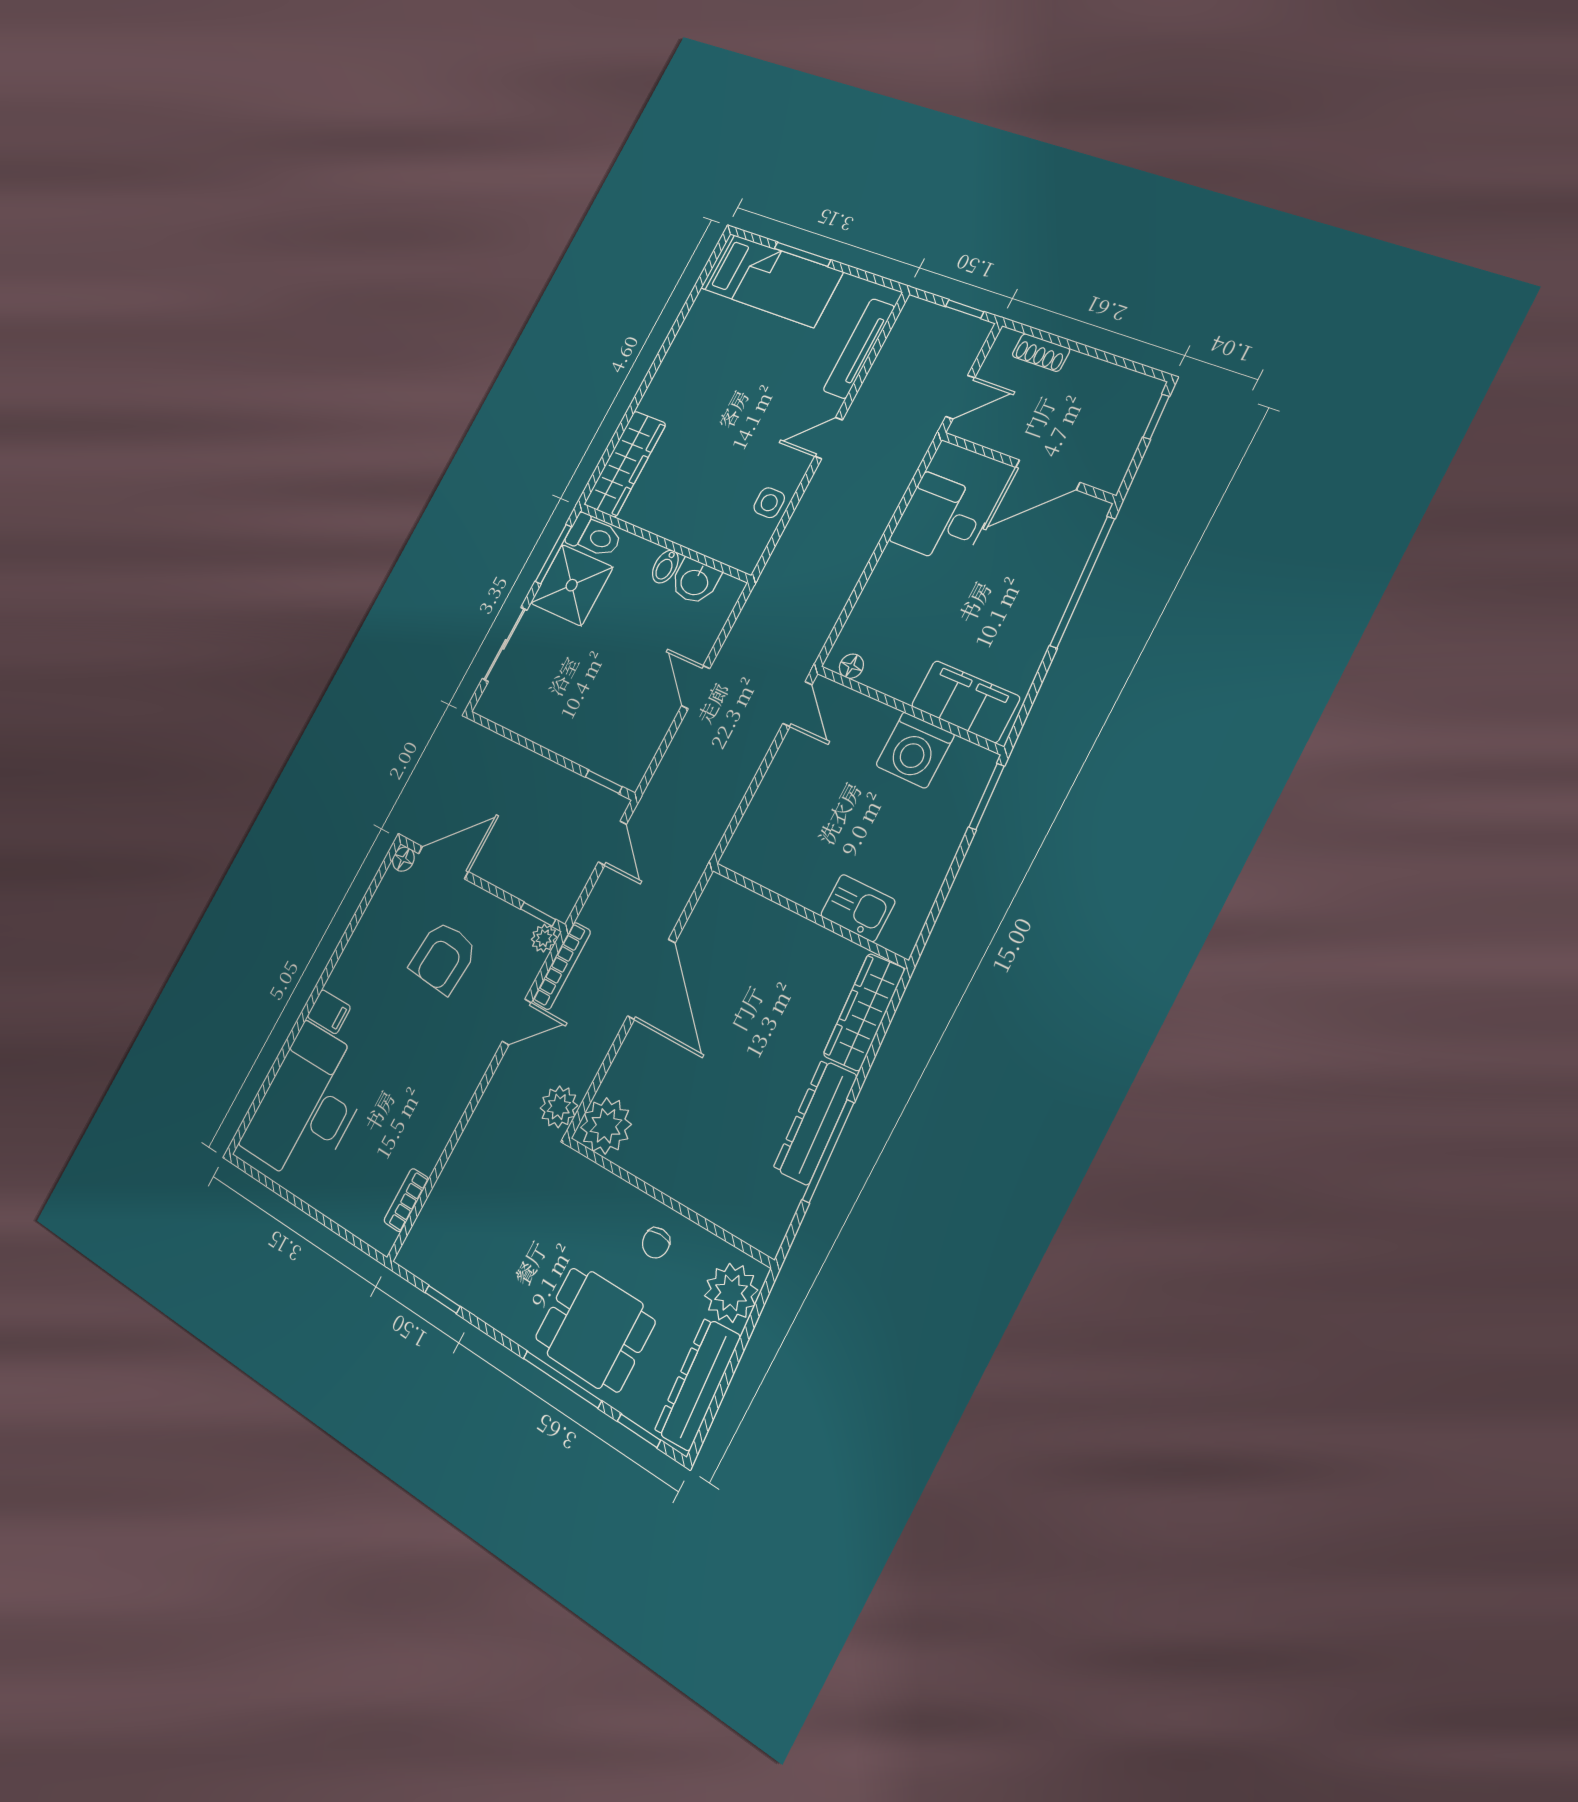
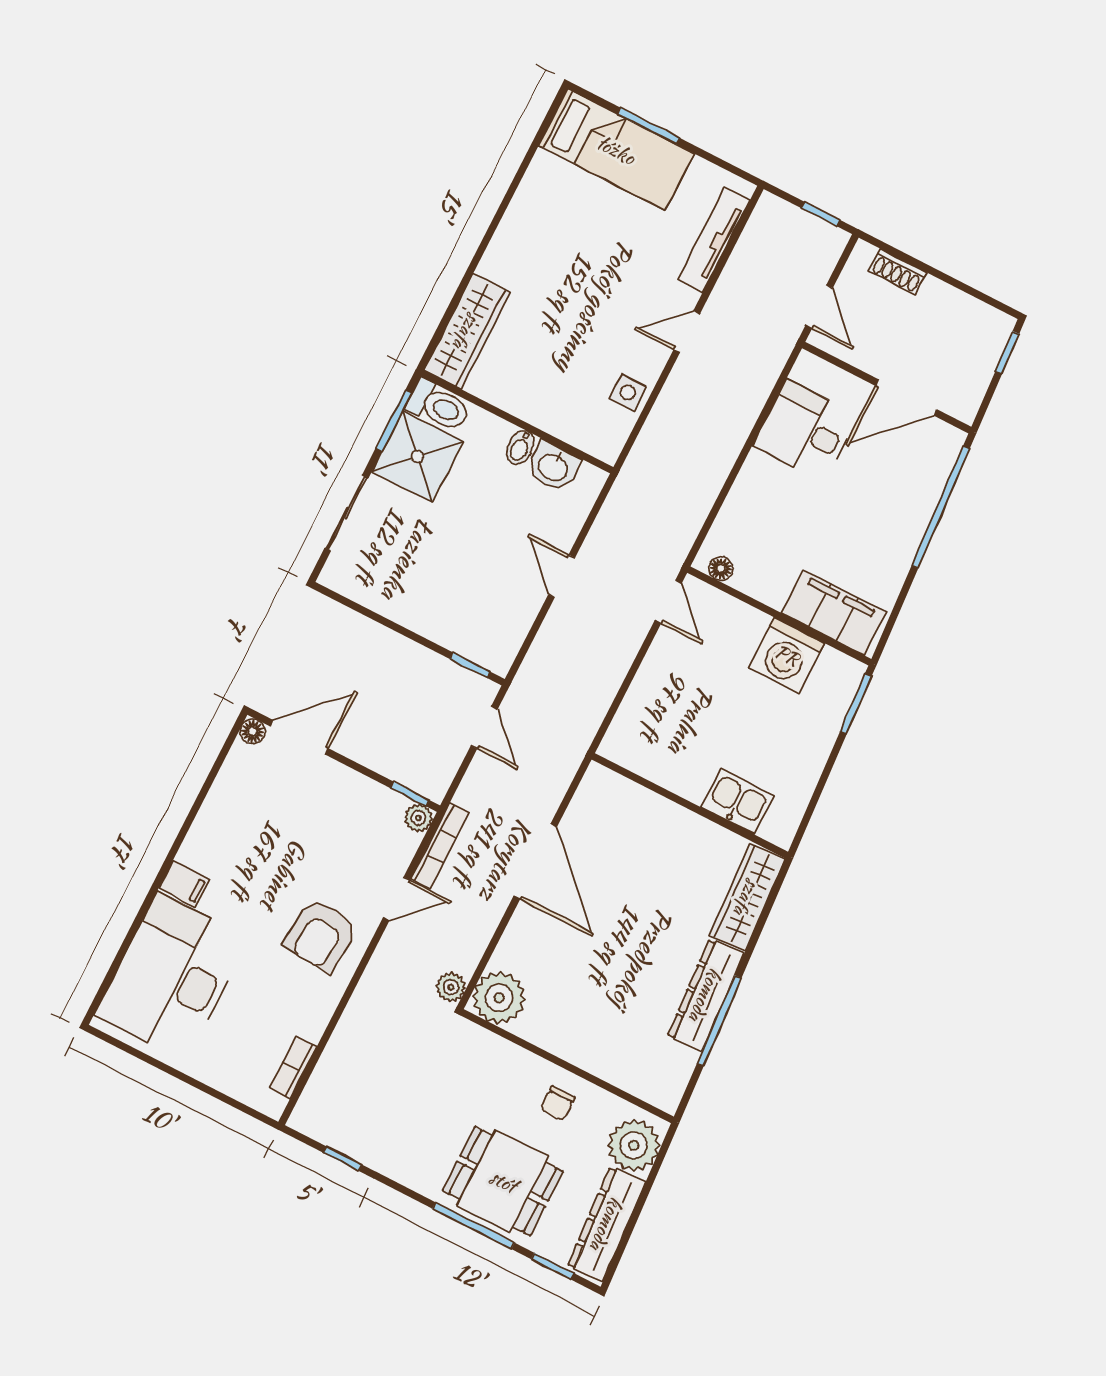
door: (960, 397) -> (819, 307), hinge flipped
armchair: (443, 957) -> (321, 936), moved
plant: (559, 1107) -> (451, 987), width x0.73, depth x0.73

